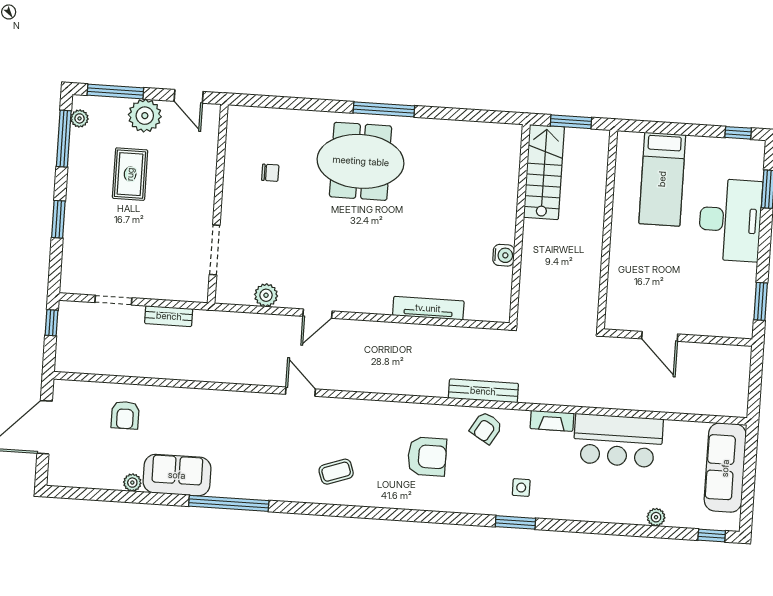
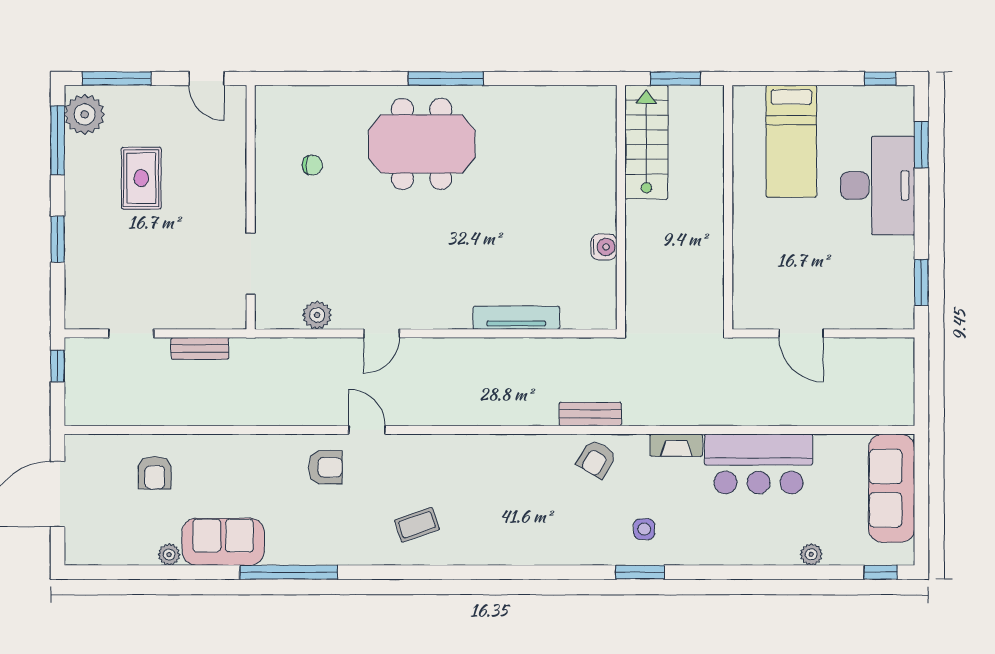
plant: (145, 116) -> (155, 106), removed
plant: (80, 118) -> (85, 114), width x1.87, depth x1.87
bench: (483, 391) -> (590, 414), width x0.73
armchair: (427, 456) -> (325, 467), moved, width x0.72, depth x0.72

